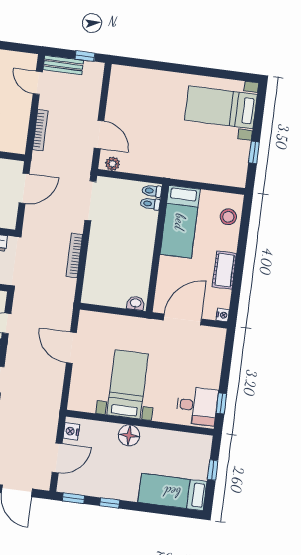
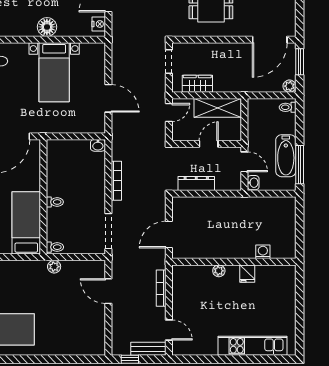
plant: (113, 164) -> (54, 267), moved
toilet: (150, 204) -> (55, 202), moved
washbasin: (136, 303) -> (98, 145), moved

